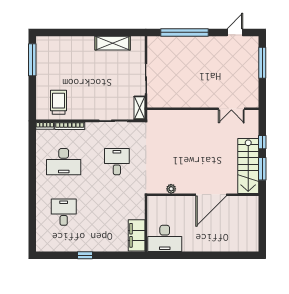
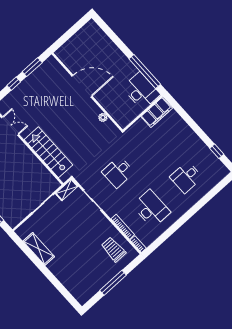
window: (32, 60) -> (113, 283), moved
trolley: (59, 102) -> (113, 249), turned 90
stairs: (248, 166) -> (48, 152), moved, turned -90
window: (85, 255) -> (217, 151), moved
window: (178, 255) -> (145, 71), added

